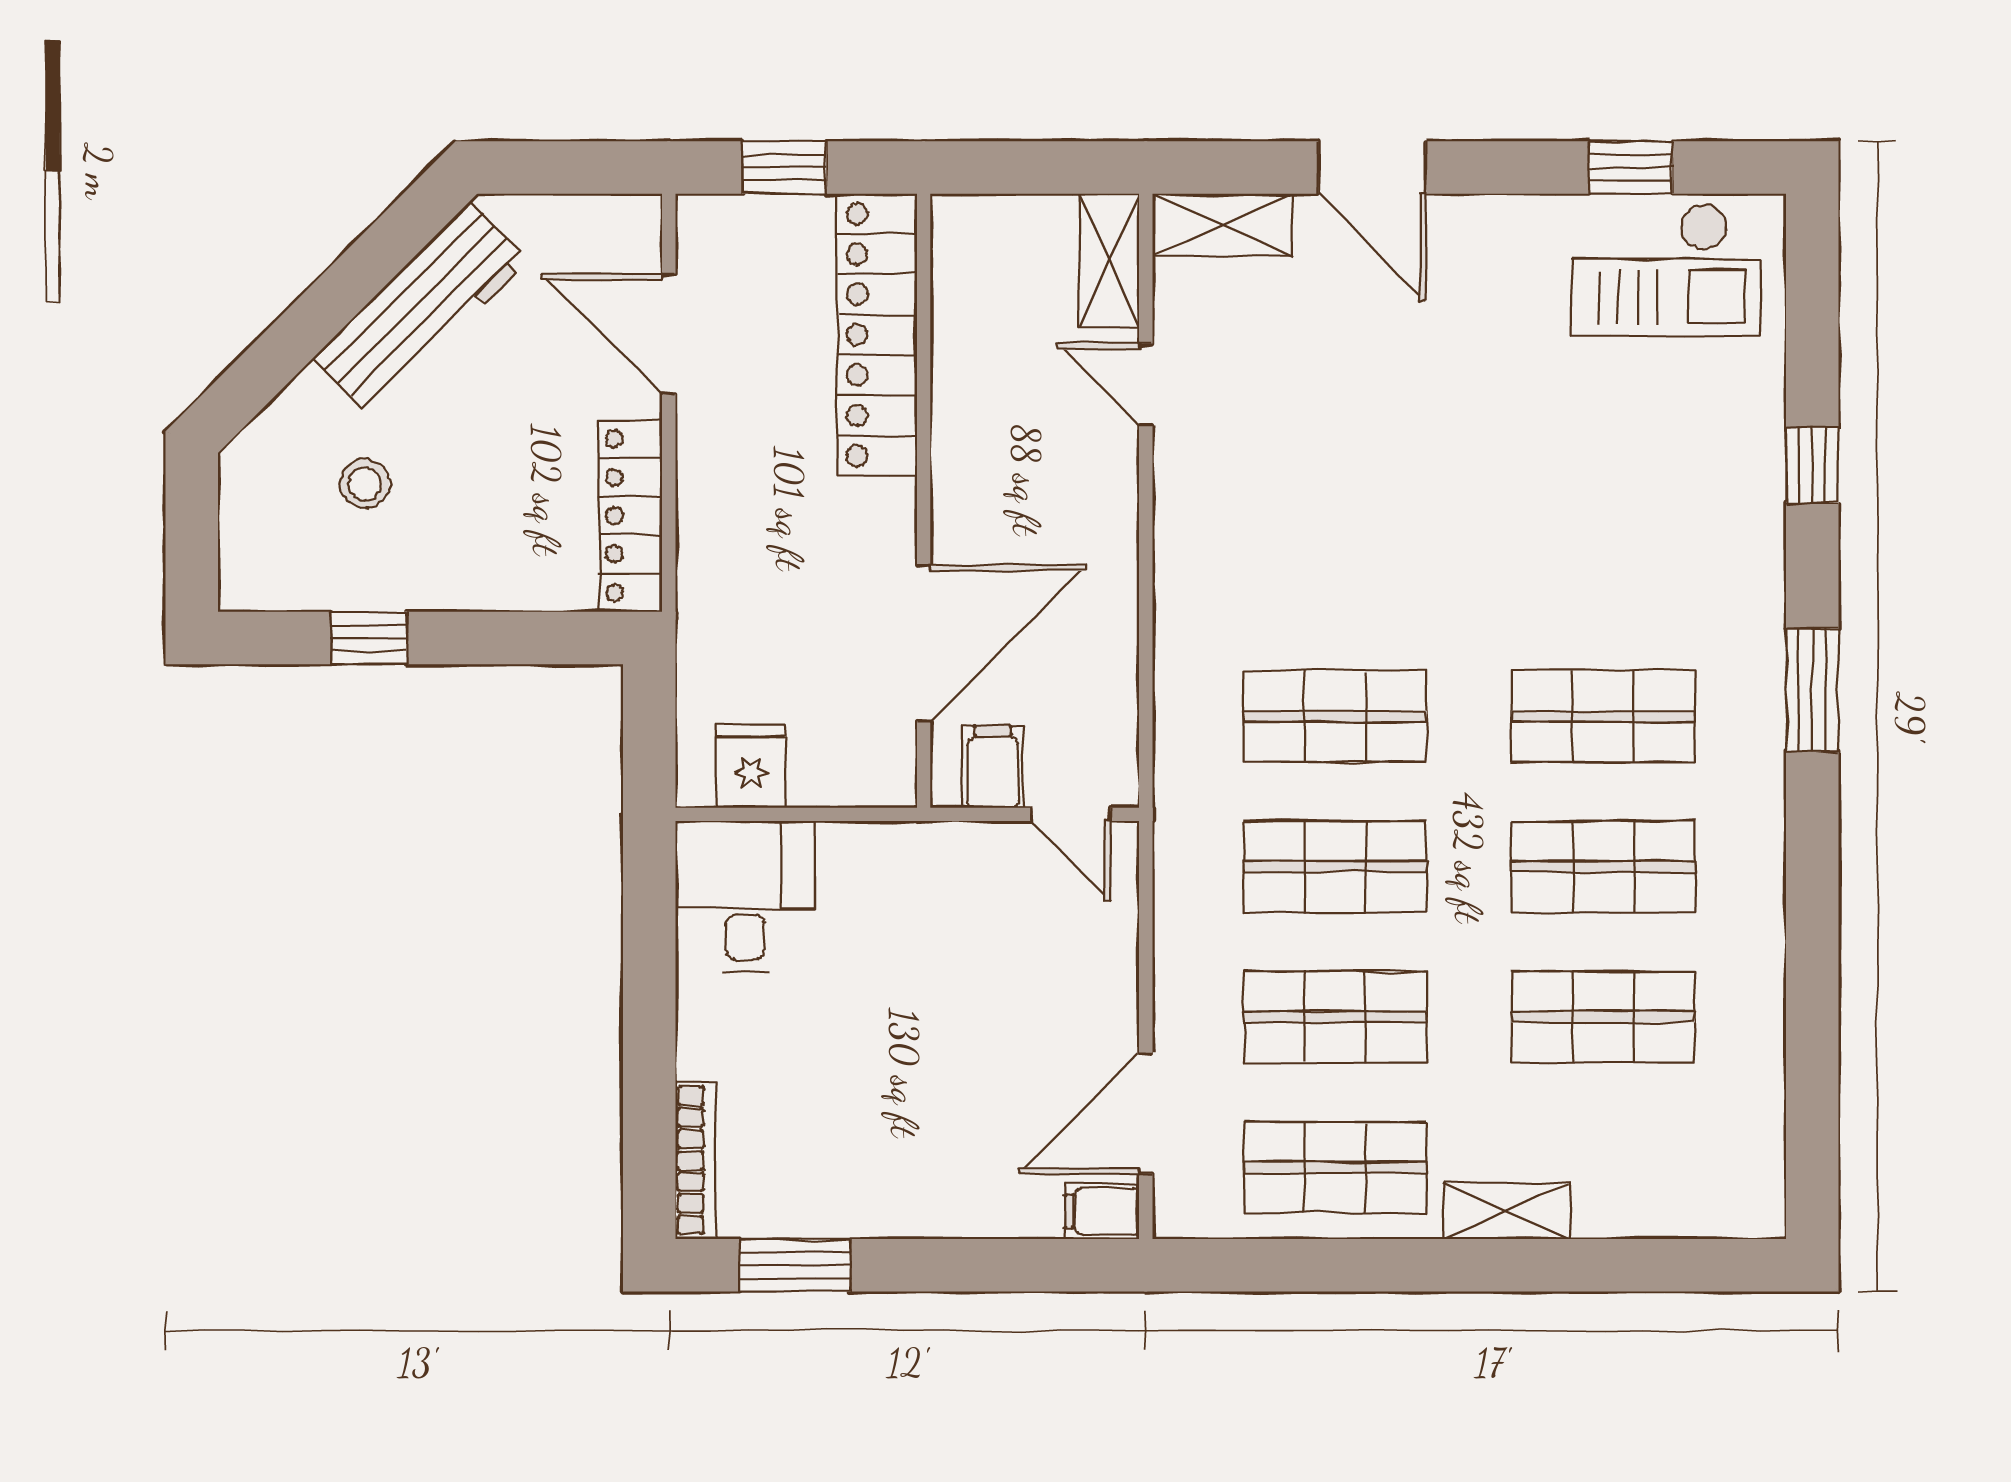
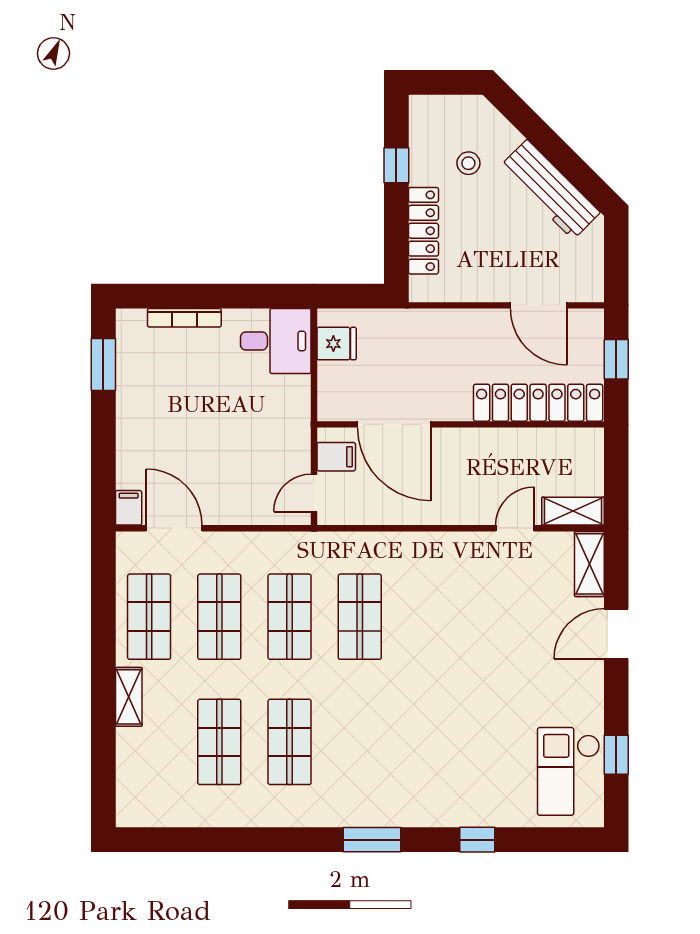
door: (669, 334) -> (539, 305), swing flipped
locker: (630, 516) -> (423, 231), moved, turned 90
shop shelf: (1603, 716) -> (360, 742), removed
bookcase: (695, 1160) -> (184, 318), moved

